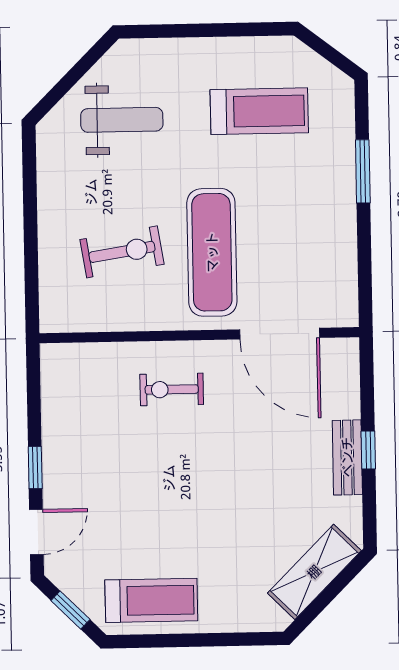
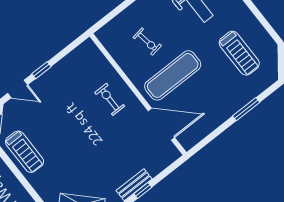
exercise bike: (122, 252) -> (147, 42), width x0.73, depth x0.72
door: (280, 334) -> (161, 124), swing flipped

